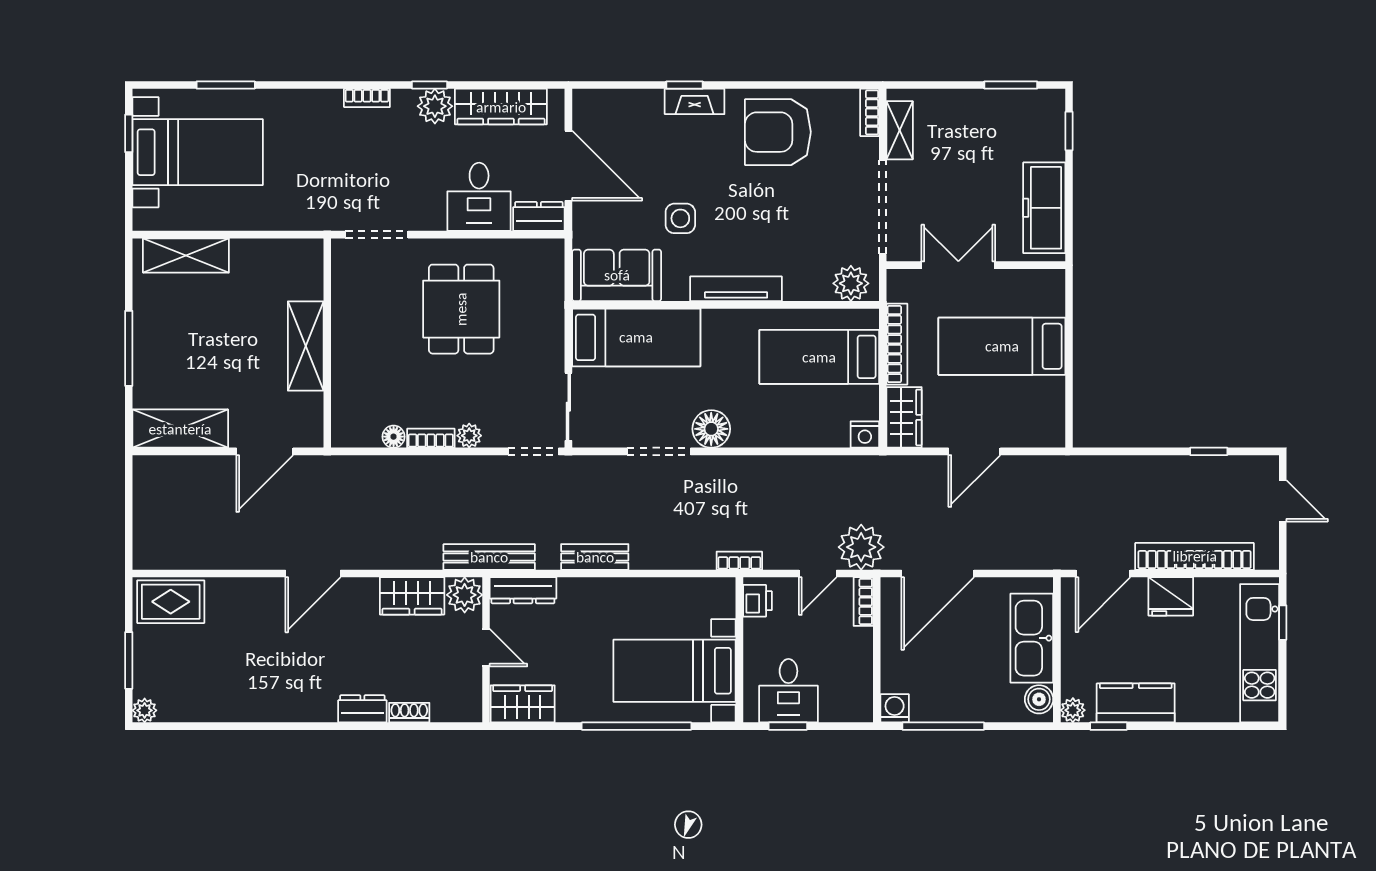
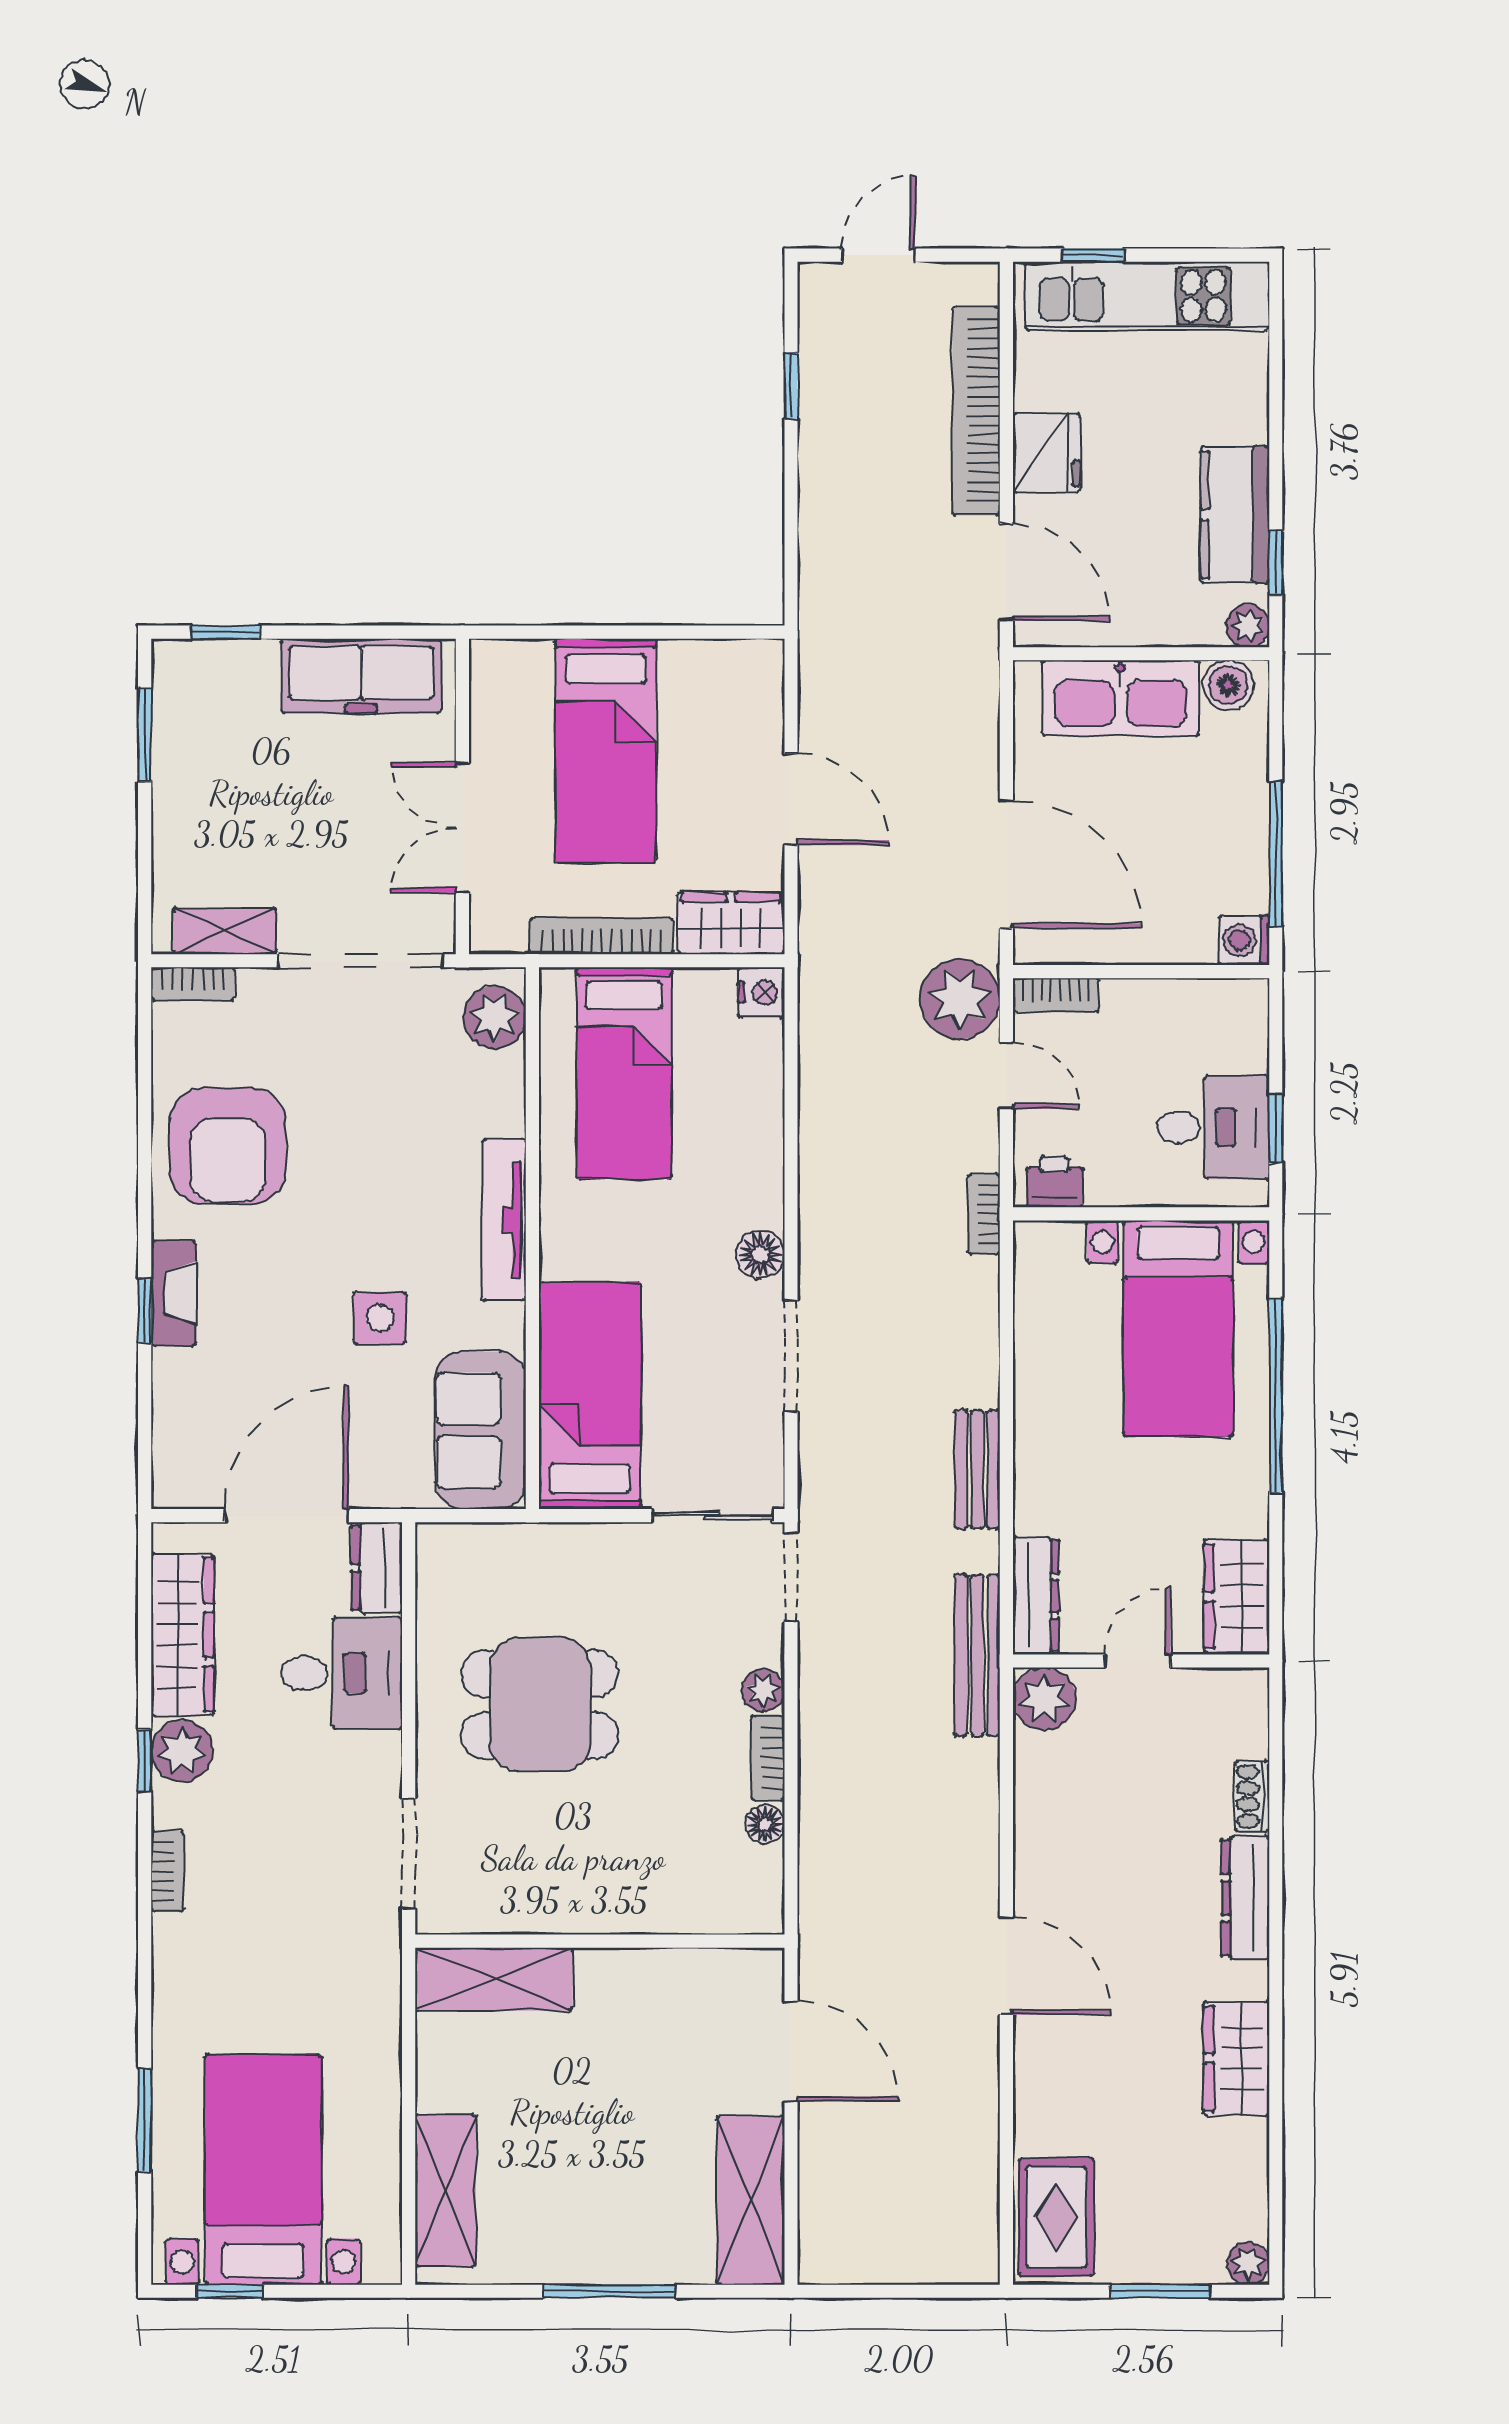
shelving: (306, 346) -> (494, 1979), moved
floor lamp: (711, 429) -> (760, 1254), width x0.73, depth x0.73
wardrobe: (412, 596) -> (1236, 2059), moved, turned 180
dresser: (362, 709) -> (1245, 1898), width x1.44

